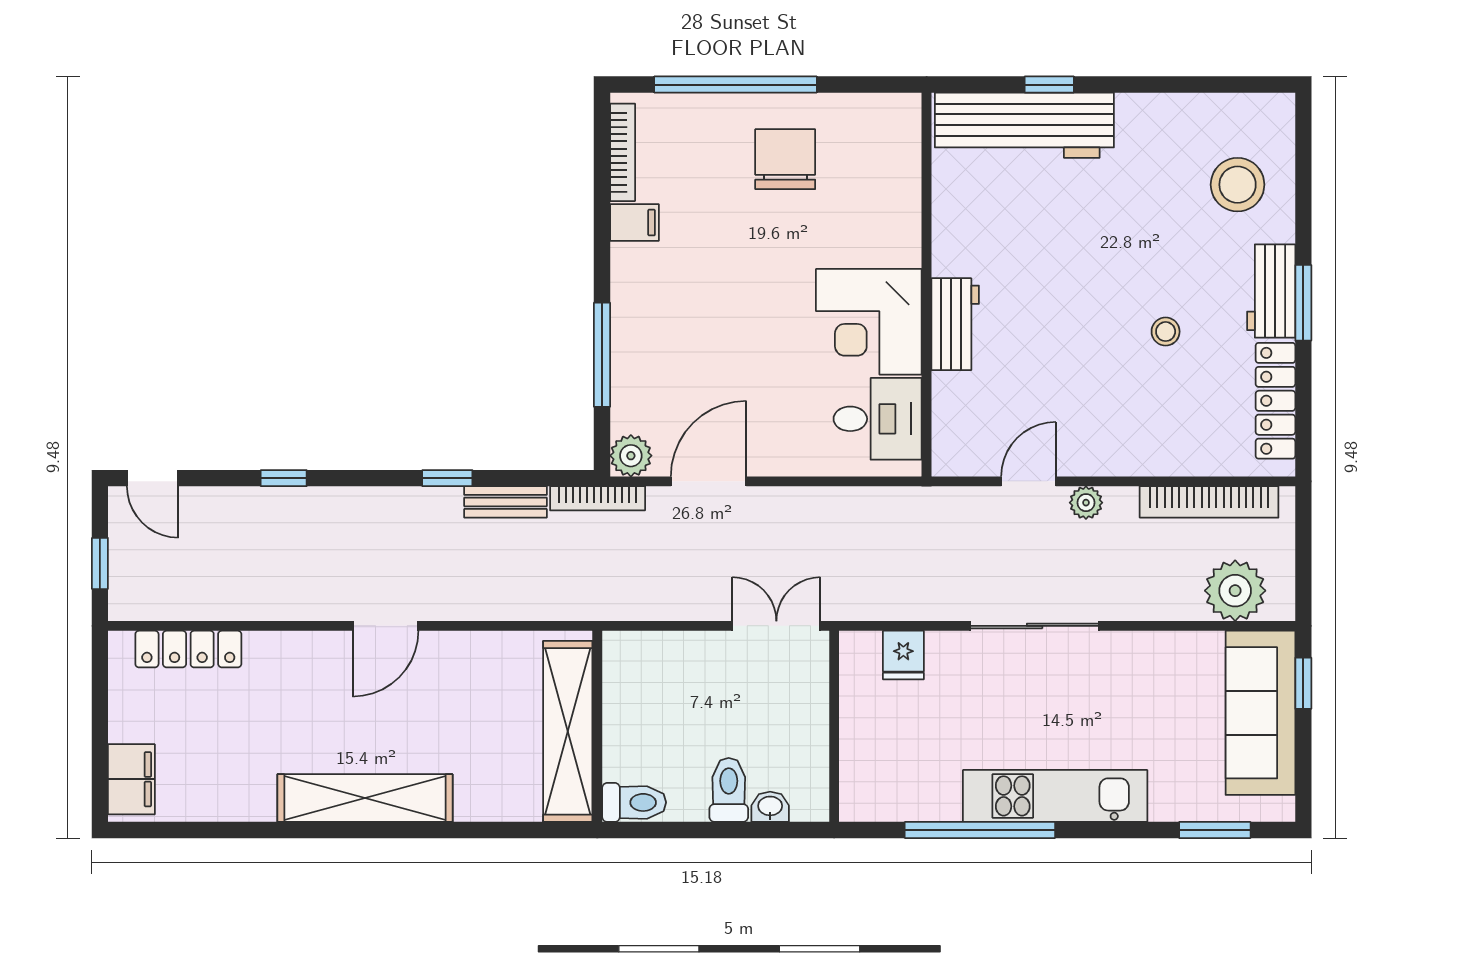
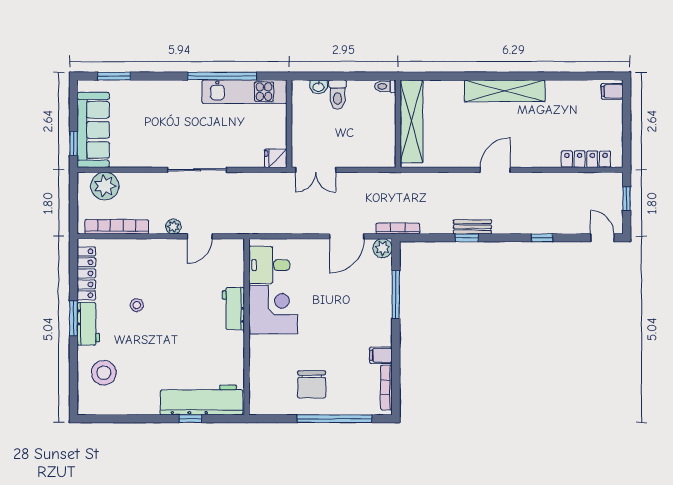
bench: (506, 502) -> (472, 227), moved
fridge: (903, 655) -> (276, 158), moved, turned -90
filing cabinet: (131, 779) -> (612, 91), width x0.50
kitchen unit: (1055, 796) -> (245, 92), moved
toilet: (634, 802) -> (385, 86), width x0.73, depth x0.72

